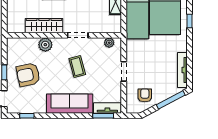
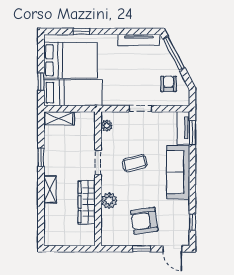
armchair: (28, 75) -> (144, 221), turned 94
armchair: (145, 95) -> (169, 84), turned 90

